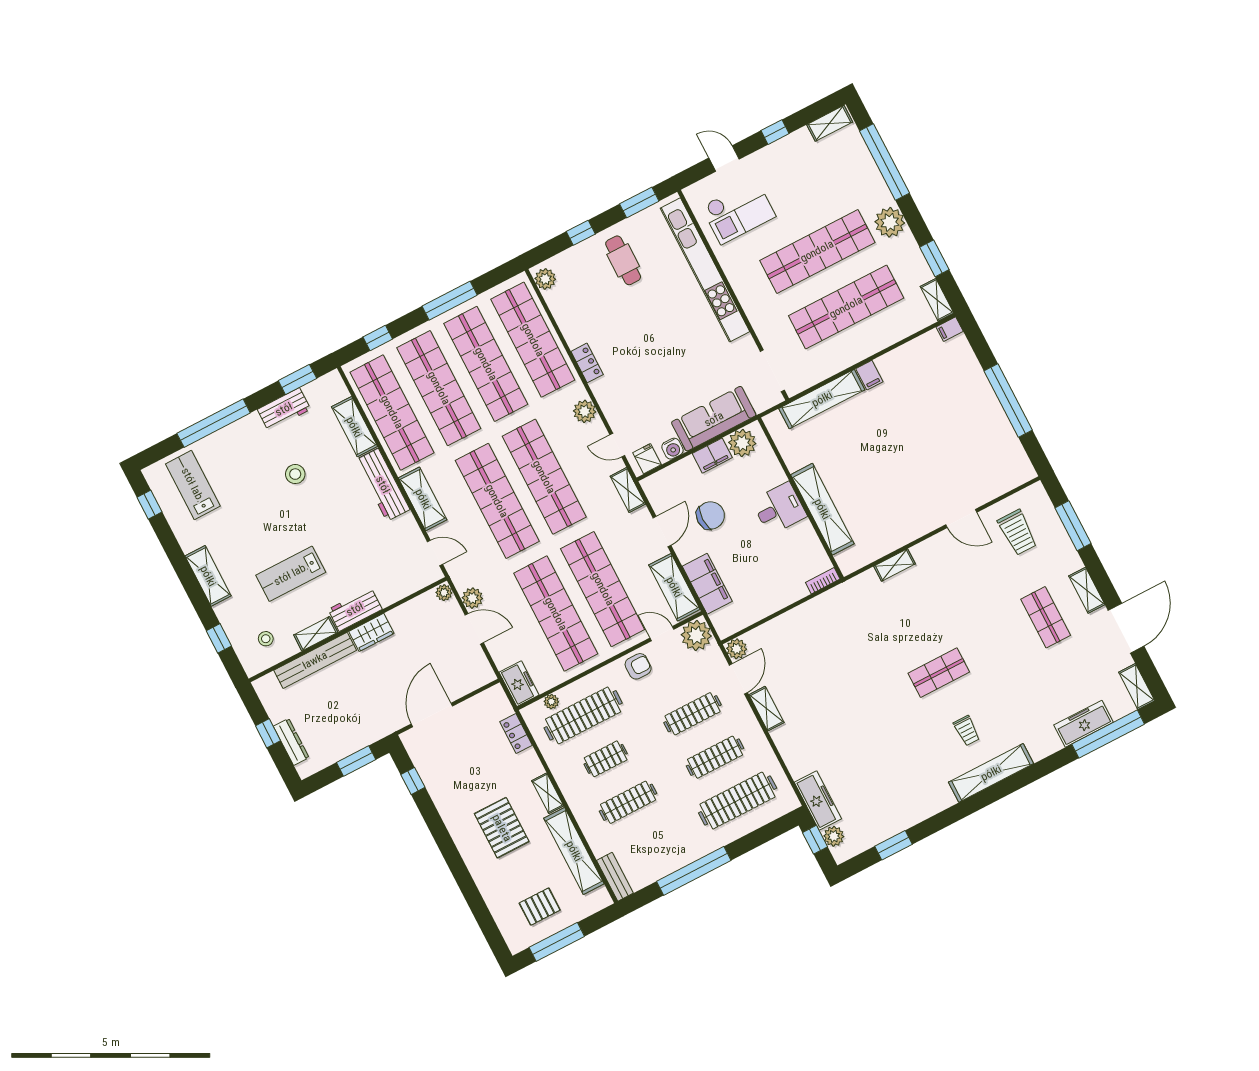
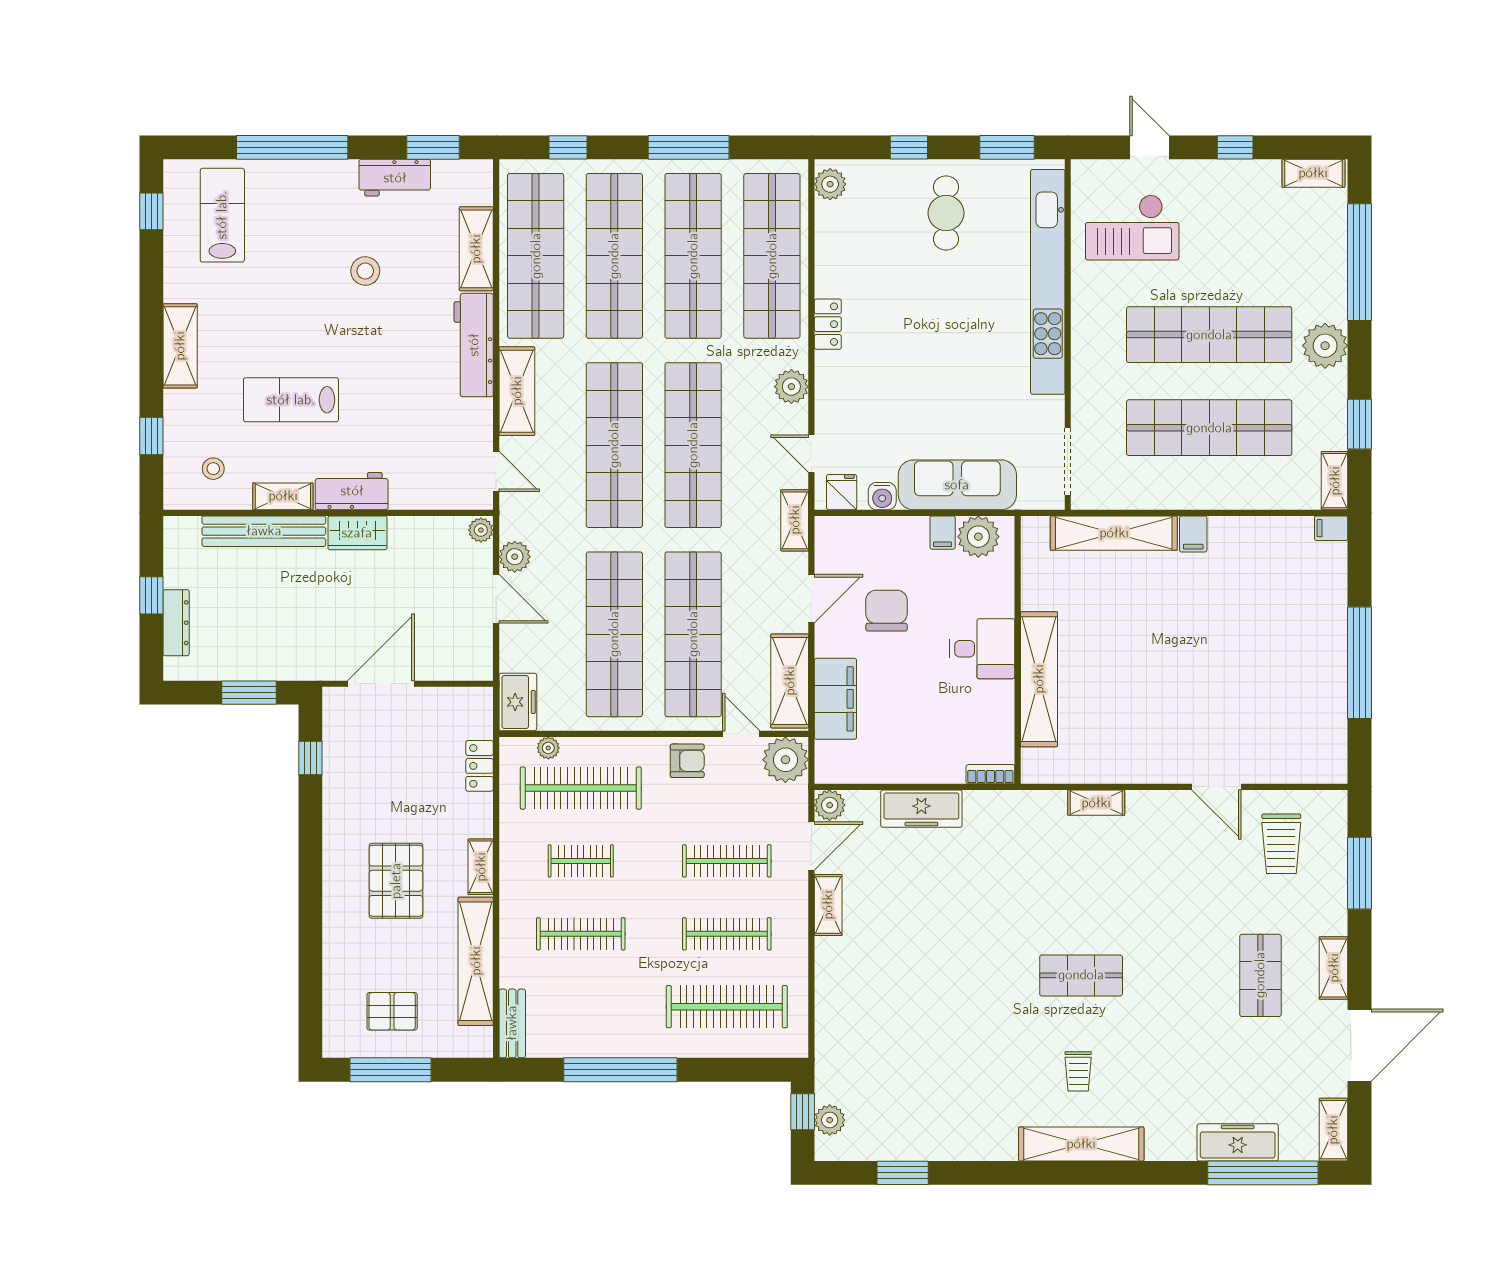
filing cabinet: (712, 456) -> (943, 533), width x0.50
chair: (710, 515) -> (887, 611), turned -90
freezer: (818, 801) -> (921, 809), moved, turned 90

